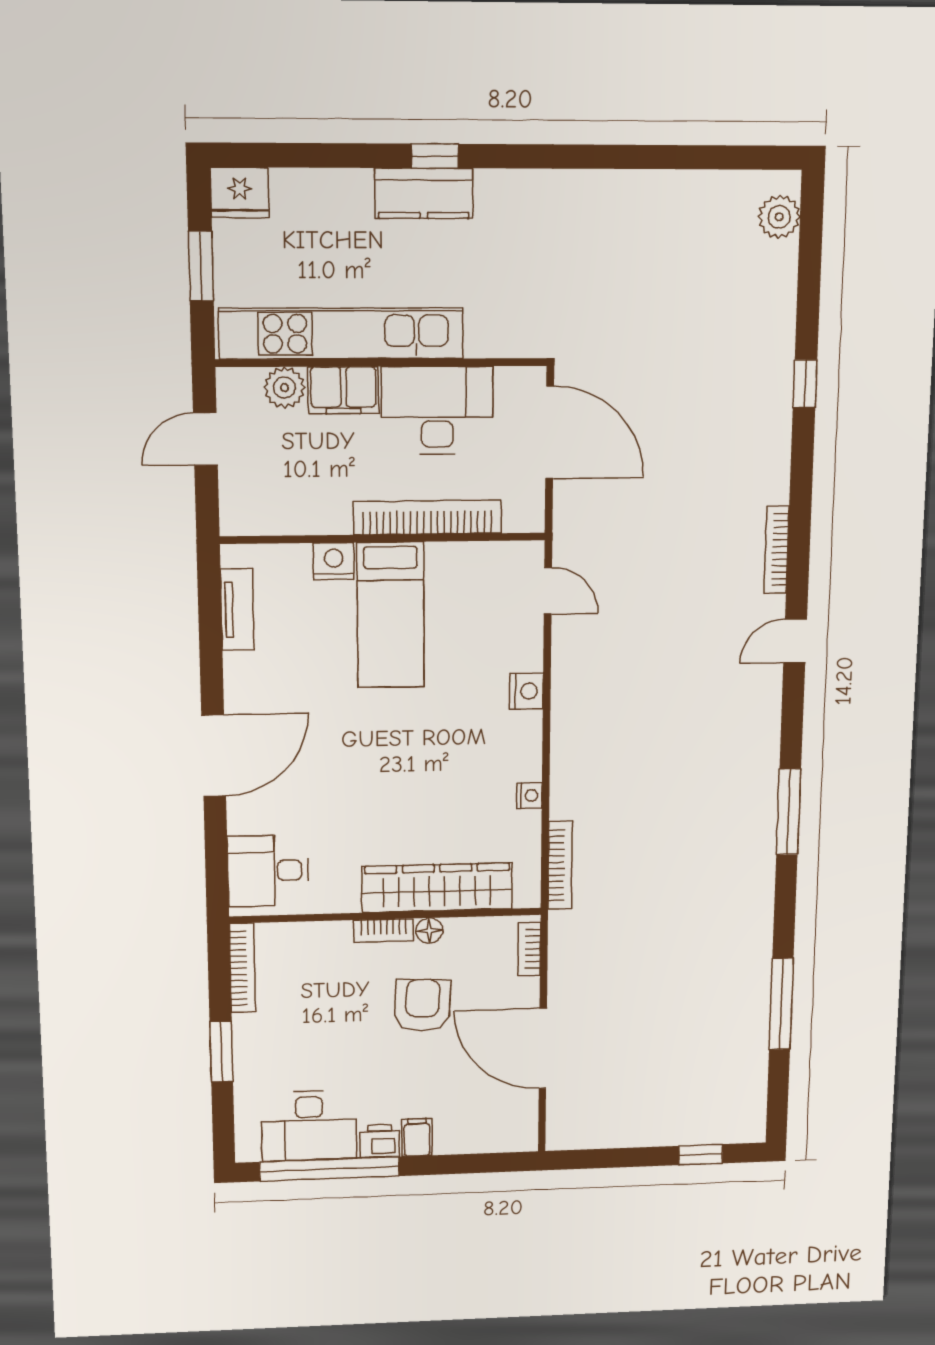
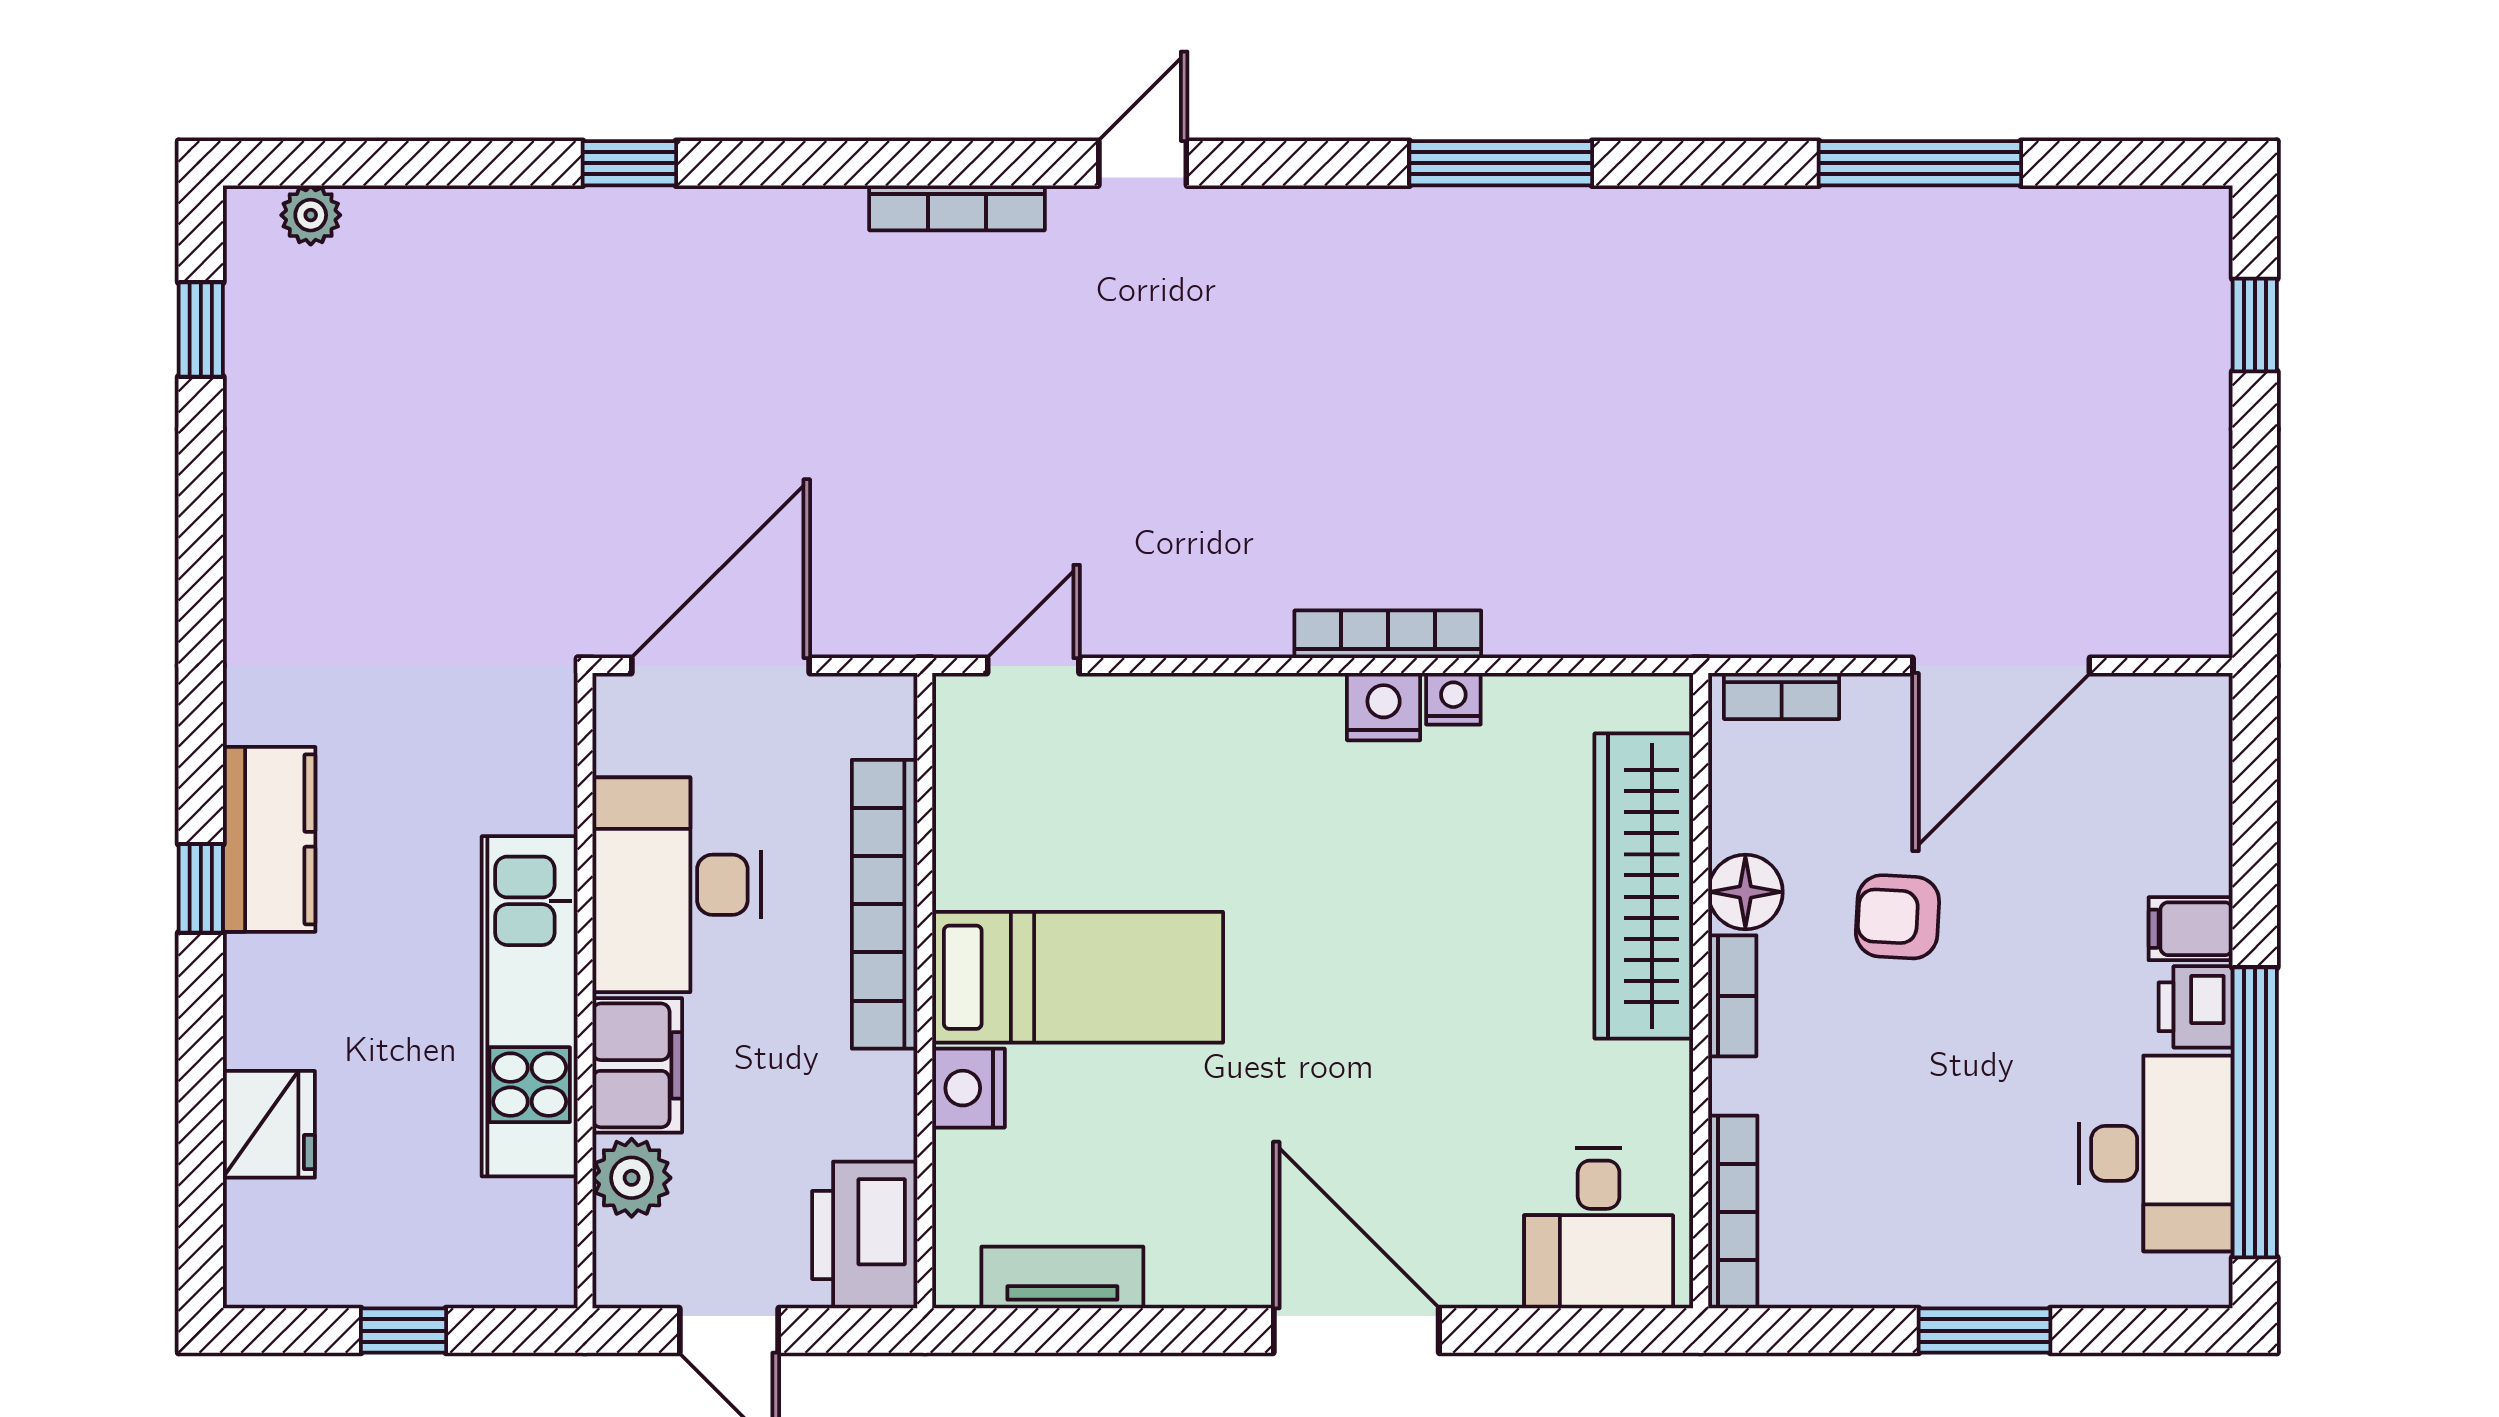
window: (728, 157) -> (201, 330), added
fridge: (240, 193) -> (269, 1124), moved
kitchen counter: (424, 193) -> (269, 839), moved
plant: (779, 217) -> (311, 215), width x0.73, depth x0.73
window: (201, 266) -> (404, 1331), width x0.67
kitchen unit: (341, 333) -> (530, 1006), width x0.73
printer: (257, 509) -> (865, 1235), added
door: (795, 641) -> (1143, 163), swing flipped
nightstand: (526, 691) -> (1384, 707), moved
bookcase: (560, 865) -> (1388, 634), moved
floor lamp: (429, 931) -> (1745, 892), width x1.37, depth x1.37
bookcase: (242, 968) -> (1733, 1212), moved, turned 90
armchair: (422, 1005) -> (1897, 917), width x0.72, depth x0.72

